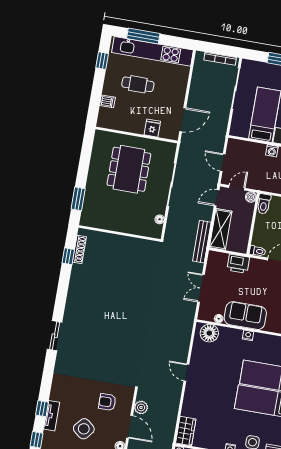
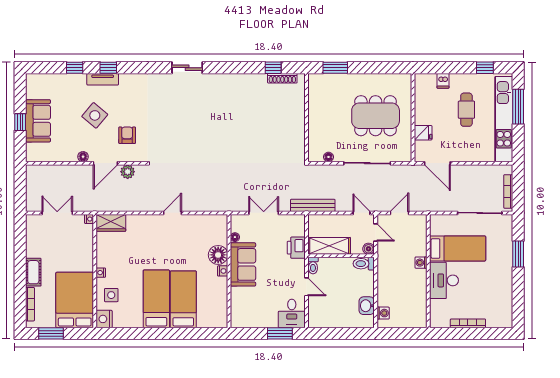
shelving: (221, 229) -> (329, 246), moved
floor lamp: (209, 333) -> (218, 255), moved

